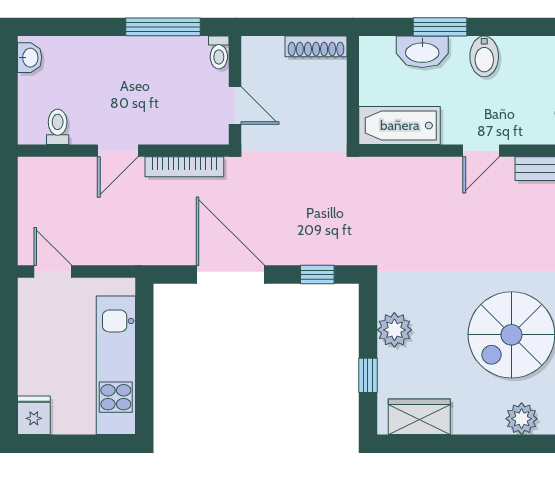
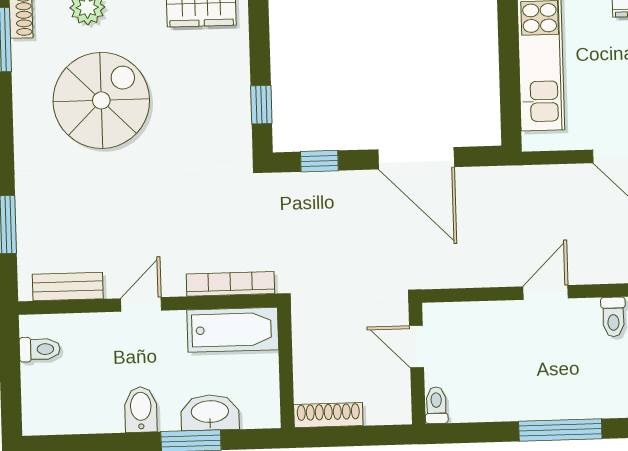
window: (163, 27) -> (560, 430), moved
bookcase: (184, 167) -> (230, 284), moved
plant: (394, 330) -> (232, 102), removed
window: (368, 375) -> (261, 105), moved

